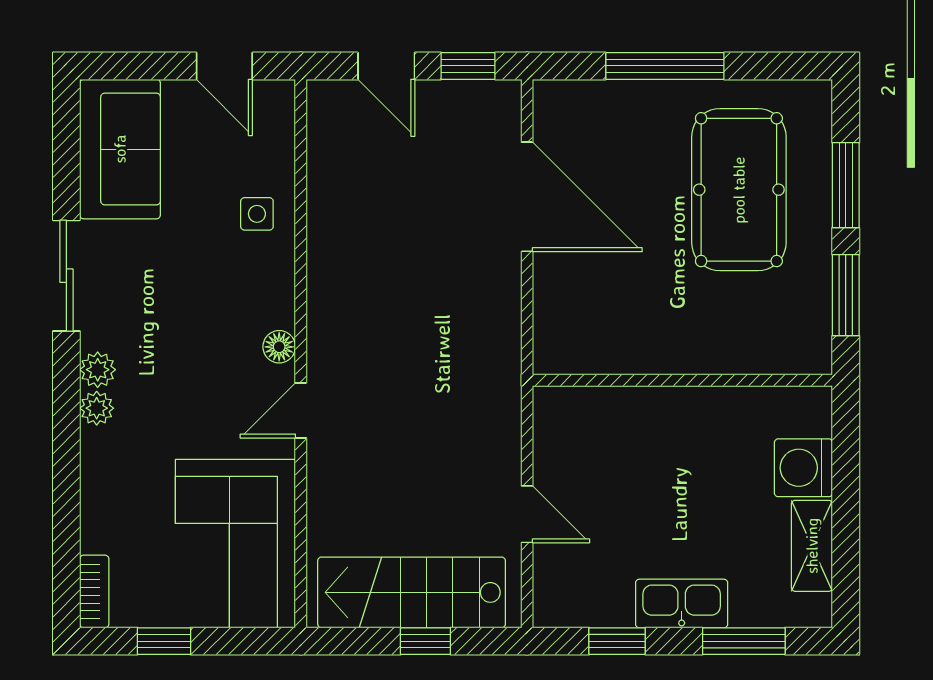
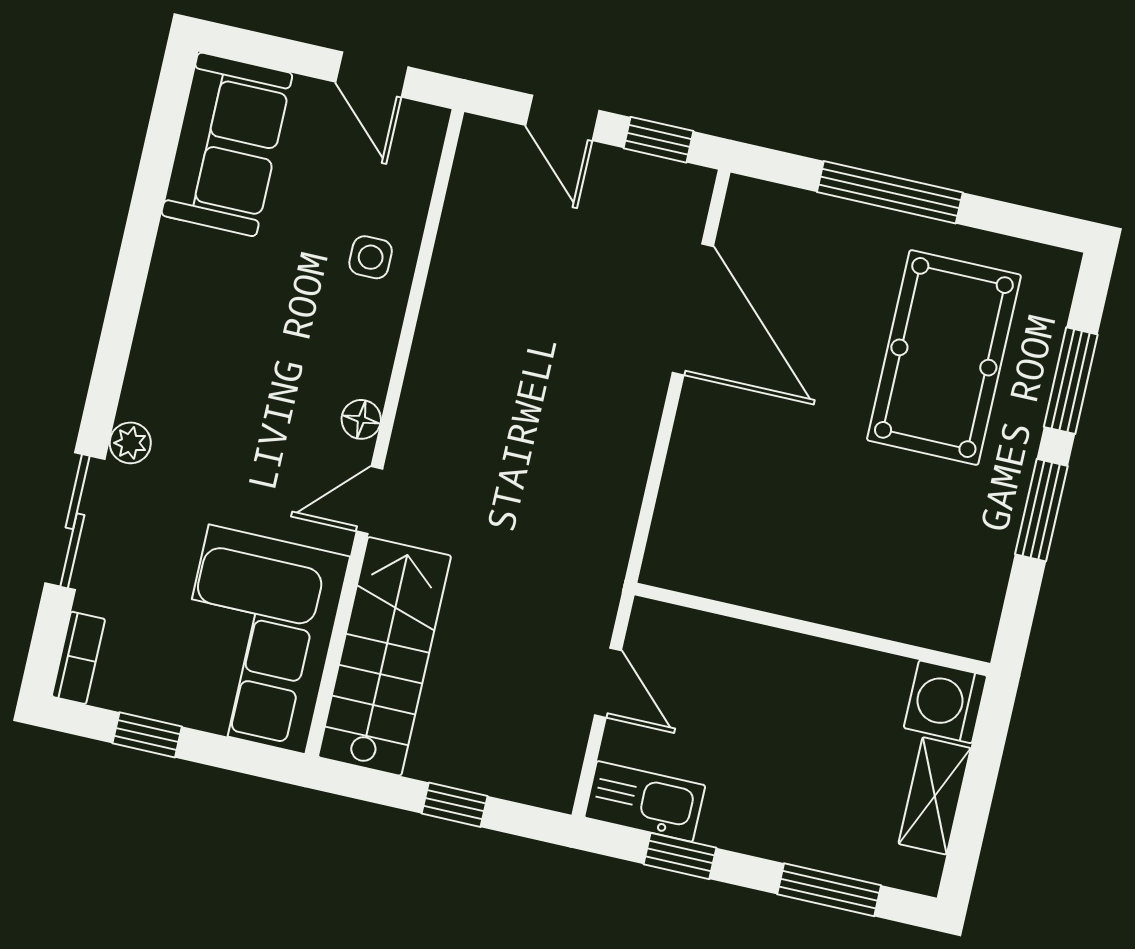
sliding door: (66, 276) -> (75, 521), moved
plant: (98, 370) -> (142, 398), removed
wall: (682, 380) -> (812, 629), moved
stairs: (412, 592) -> (384, 656), moved, turned 90
kitchen sink: (682, 604) -> (645, 801), moved

